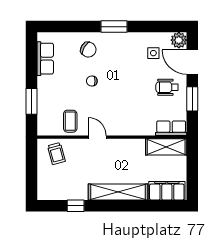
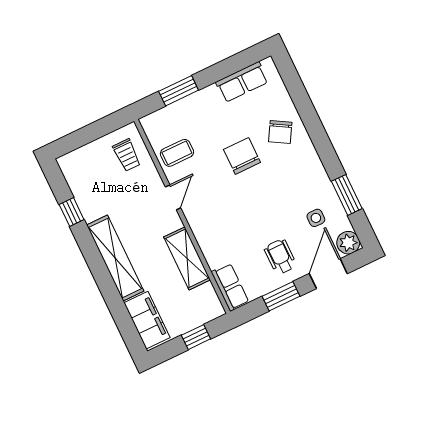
window: (114, 27) -> (347, 195), moved
chair: (92, 81) -> (242, 156), width x1.87, depth x1.87
shelving: (166, 147) -> (187, 258), moved
trolley: (56, 154) -> (127, 155), turned -75
window: (192, 165) -> (196, 337), added

